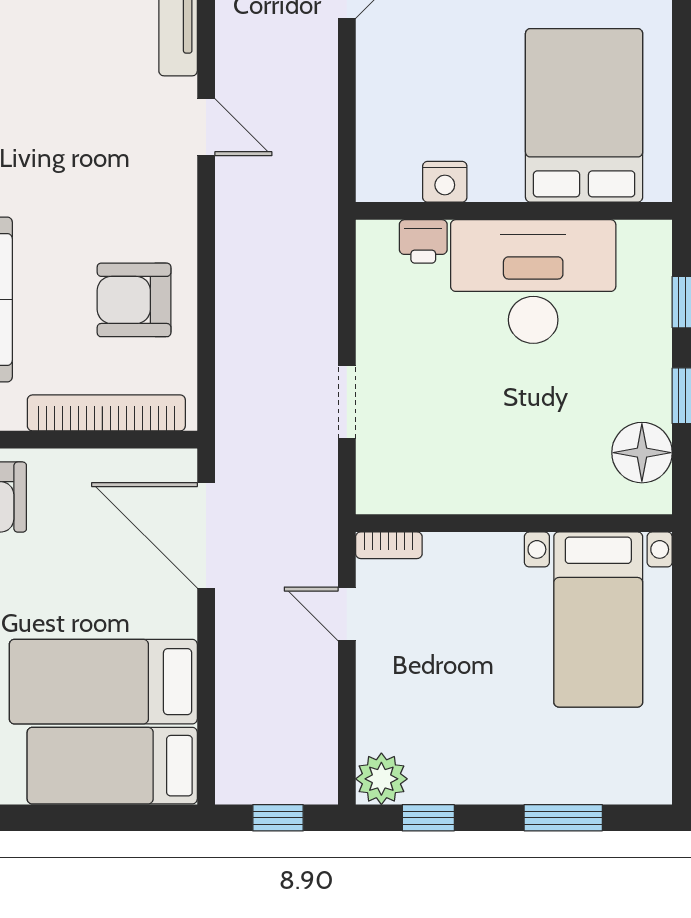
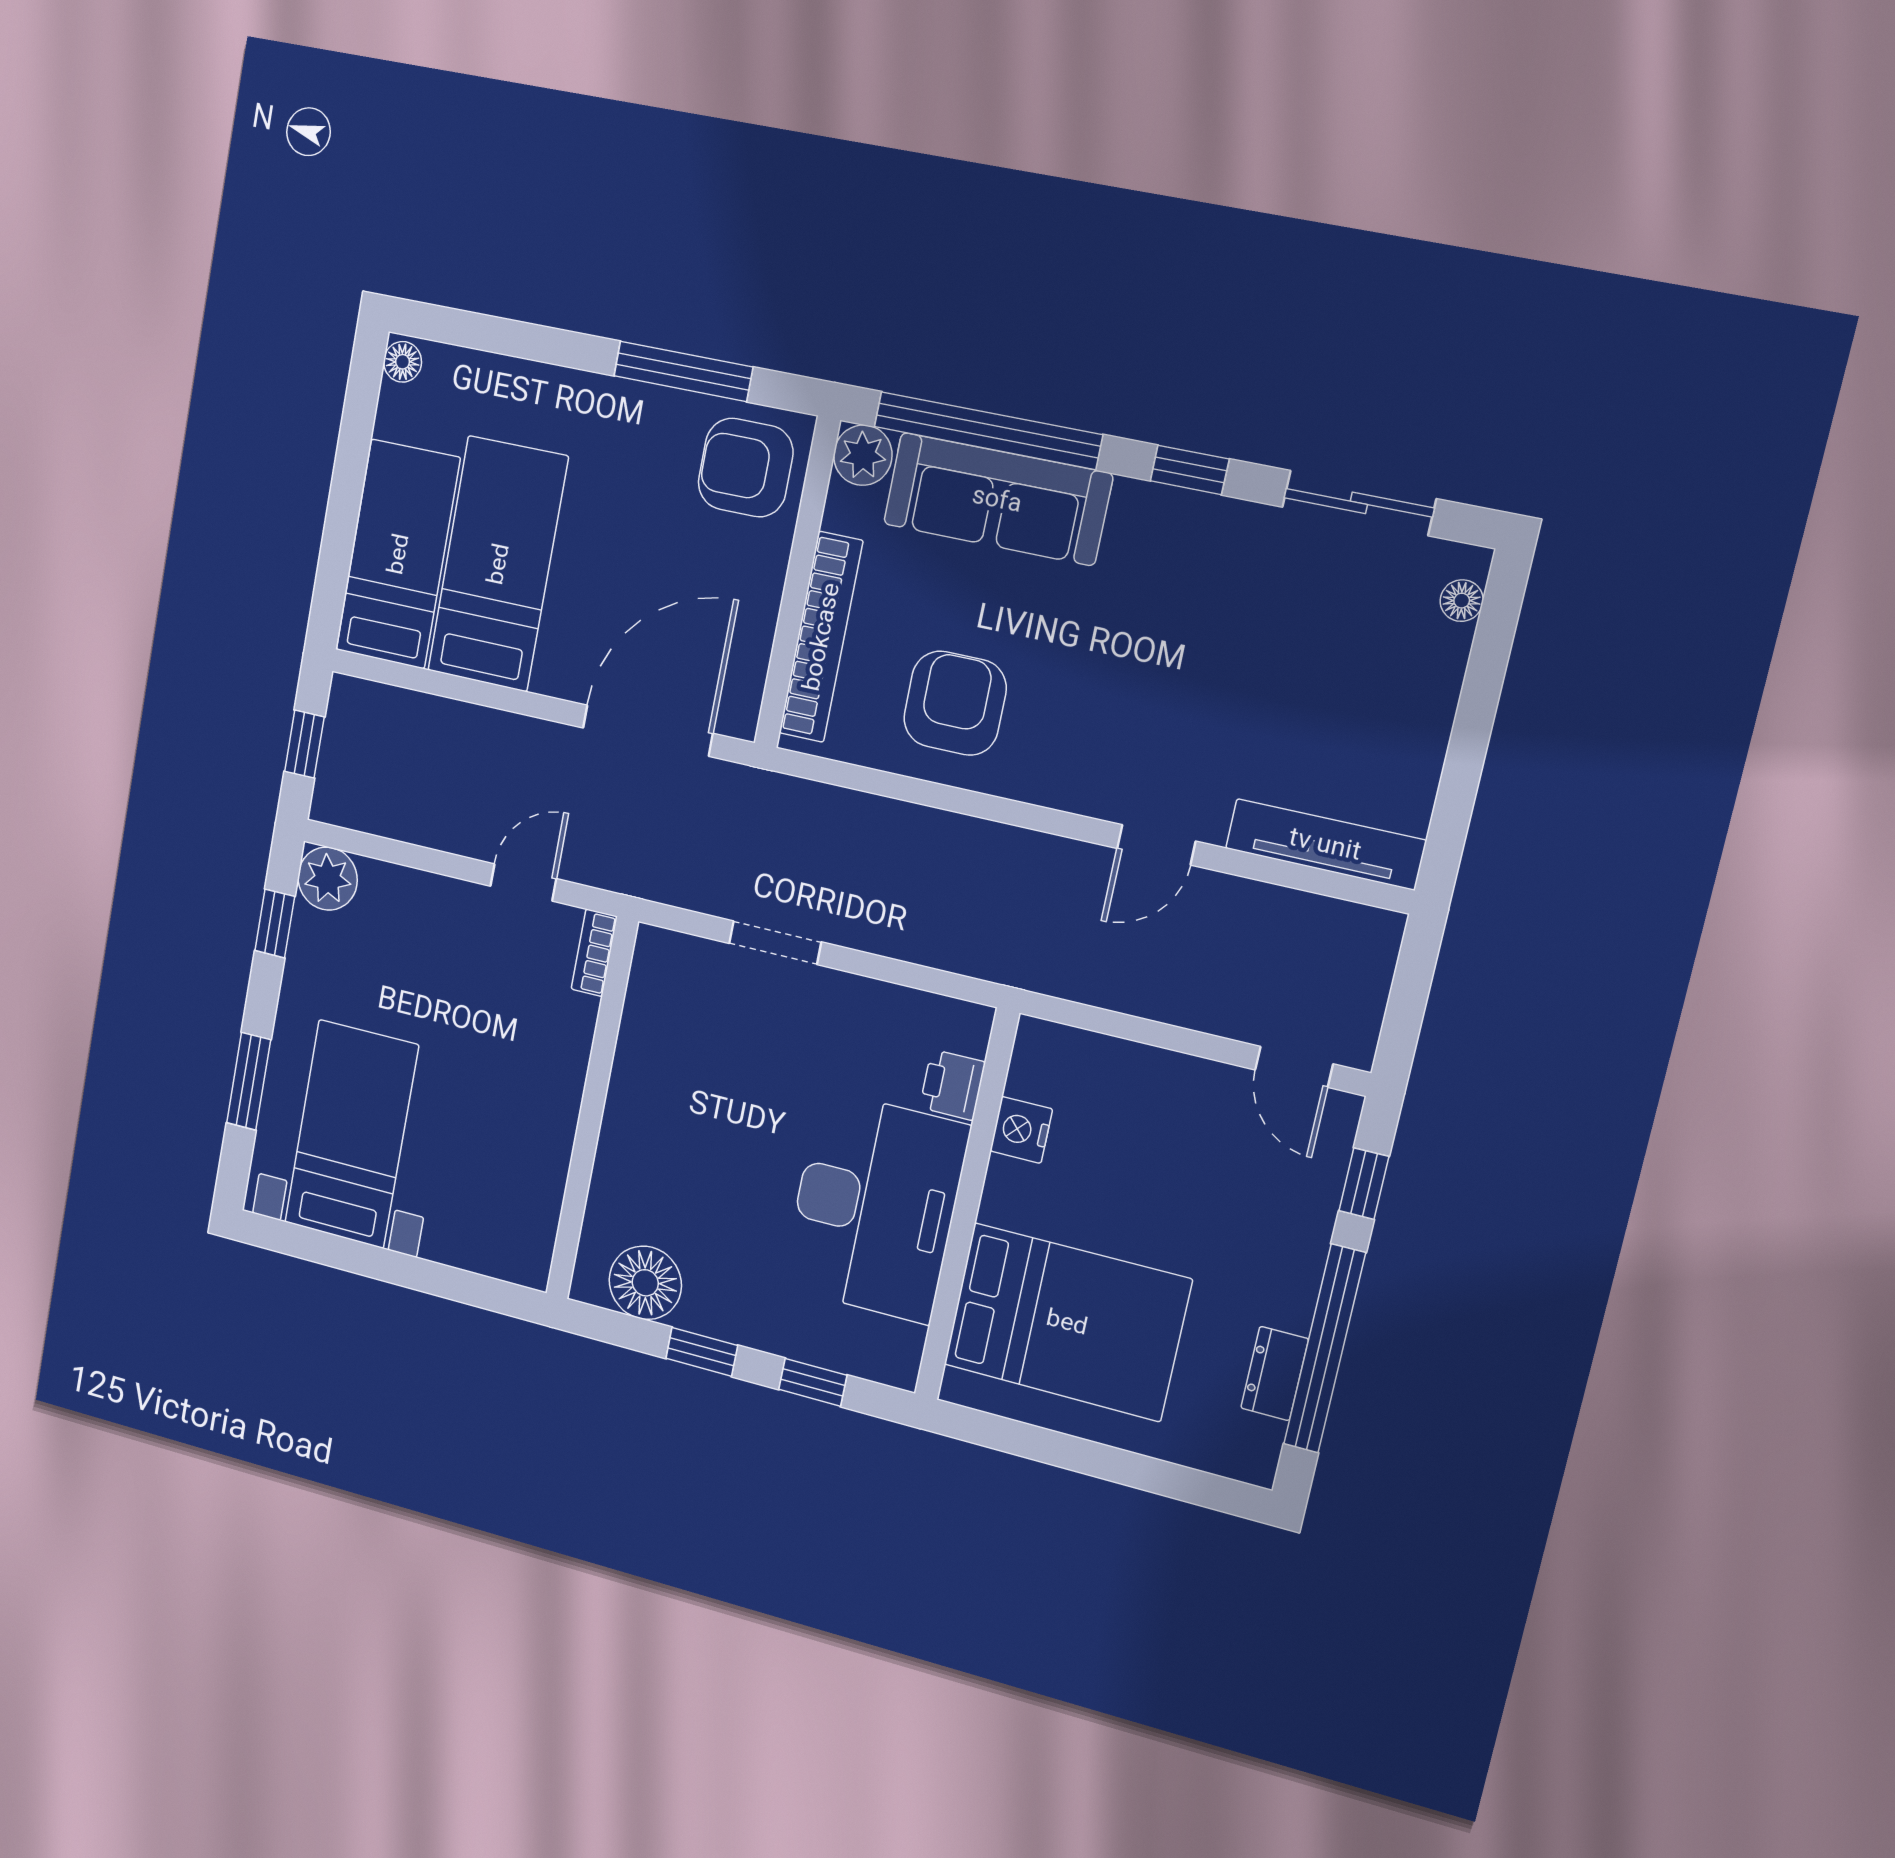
bed with nightstands: (598, 619) -> (351, 1134), moved, turned 90

